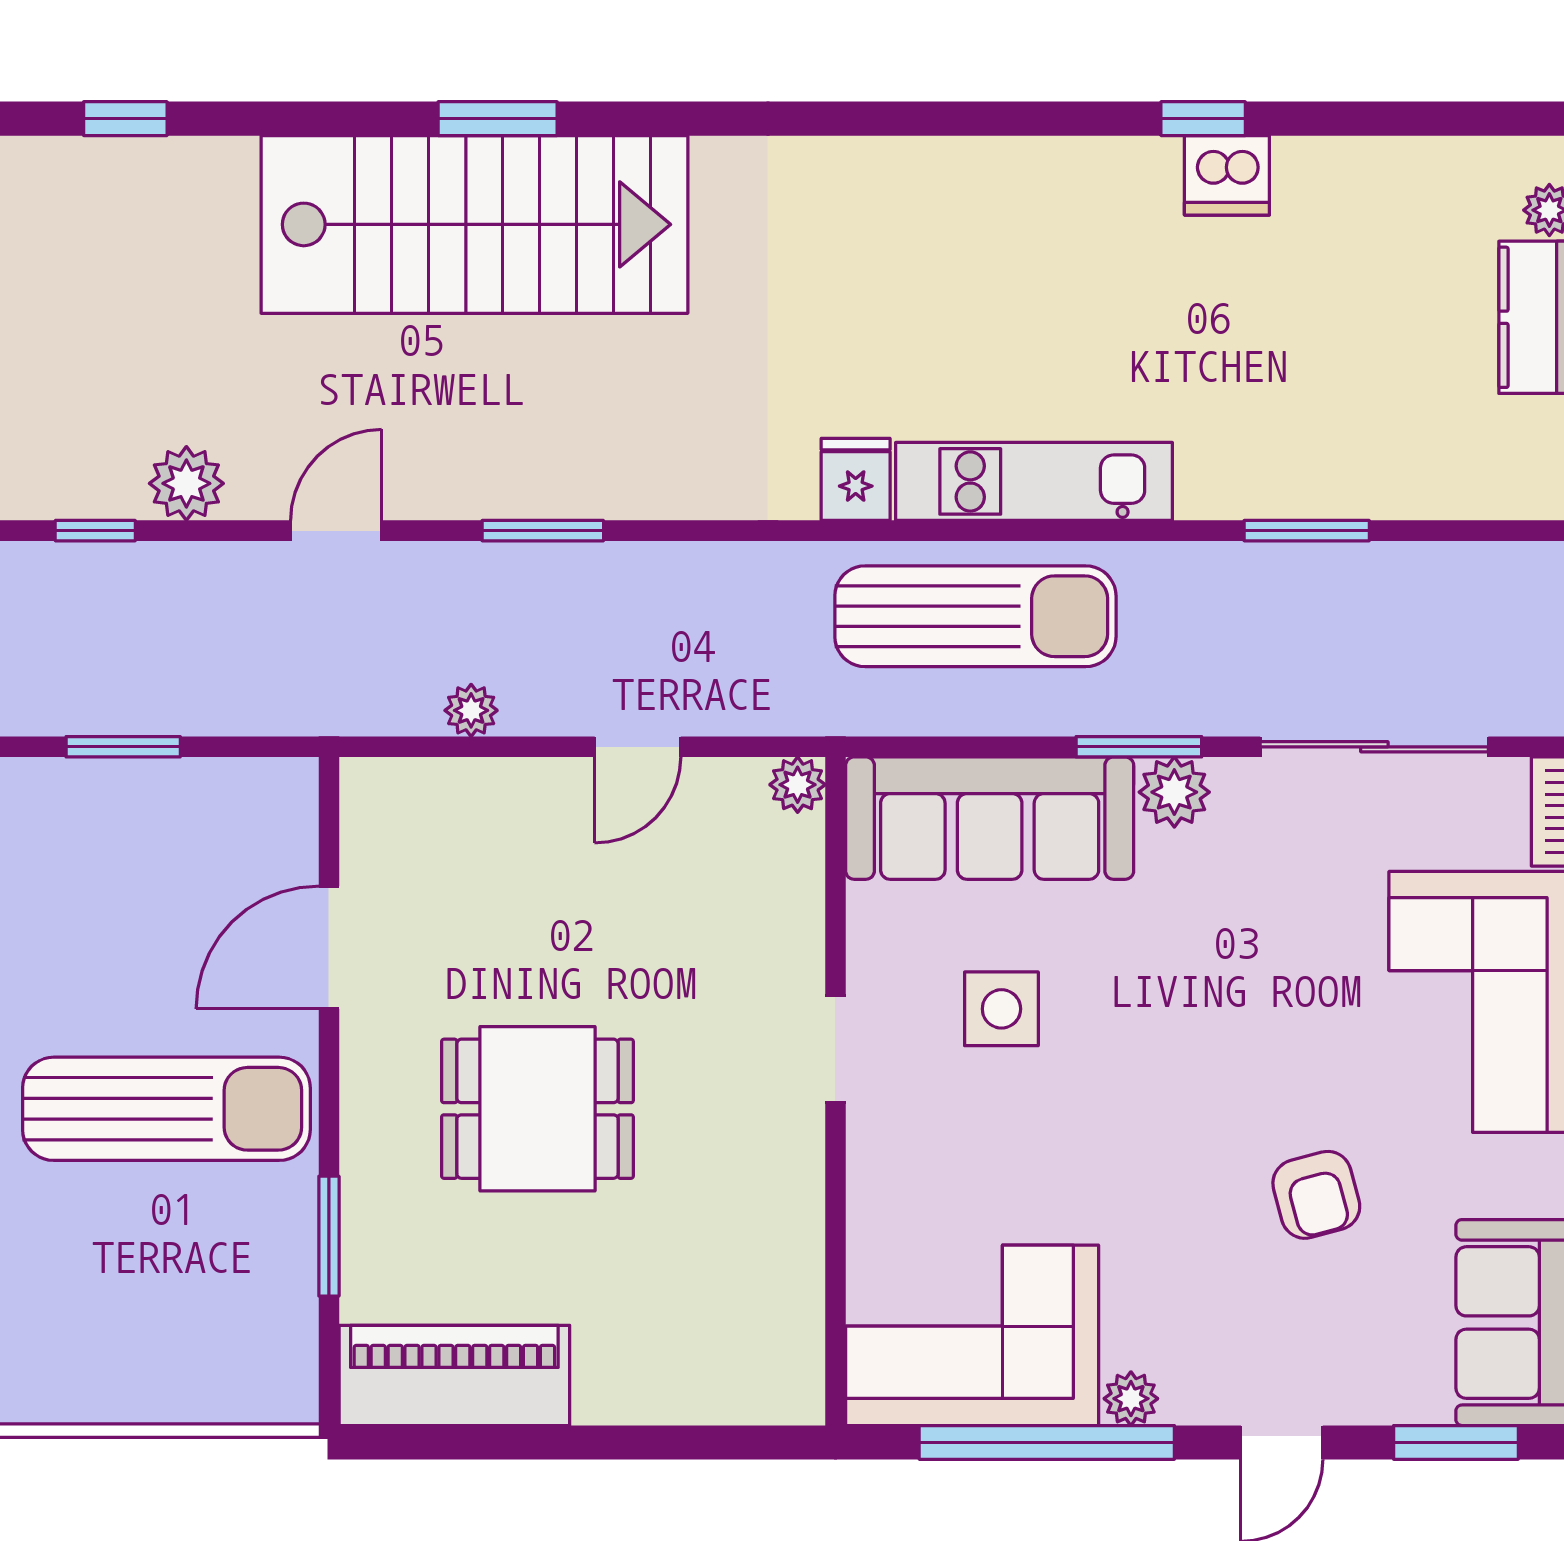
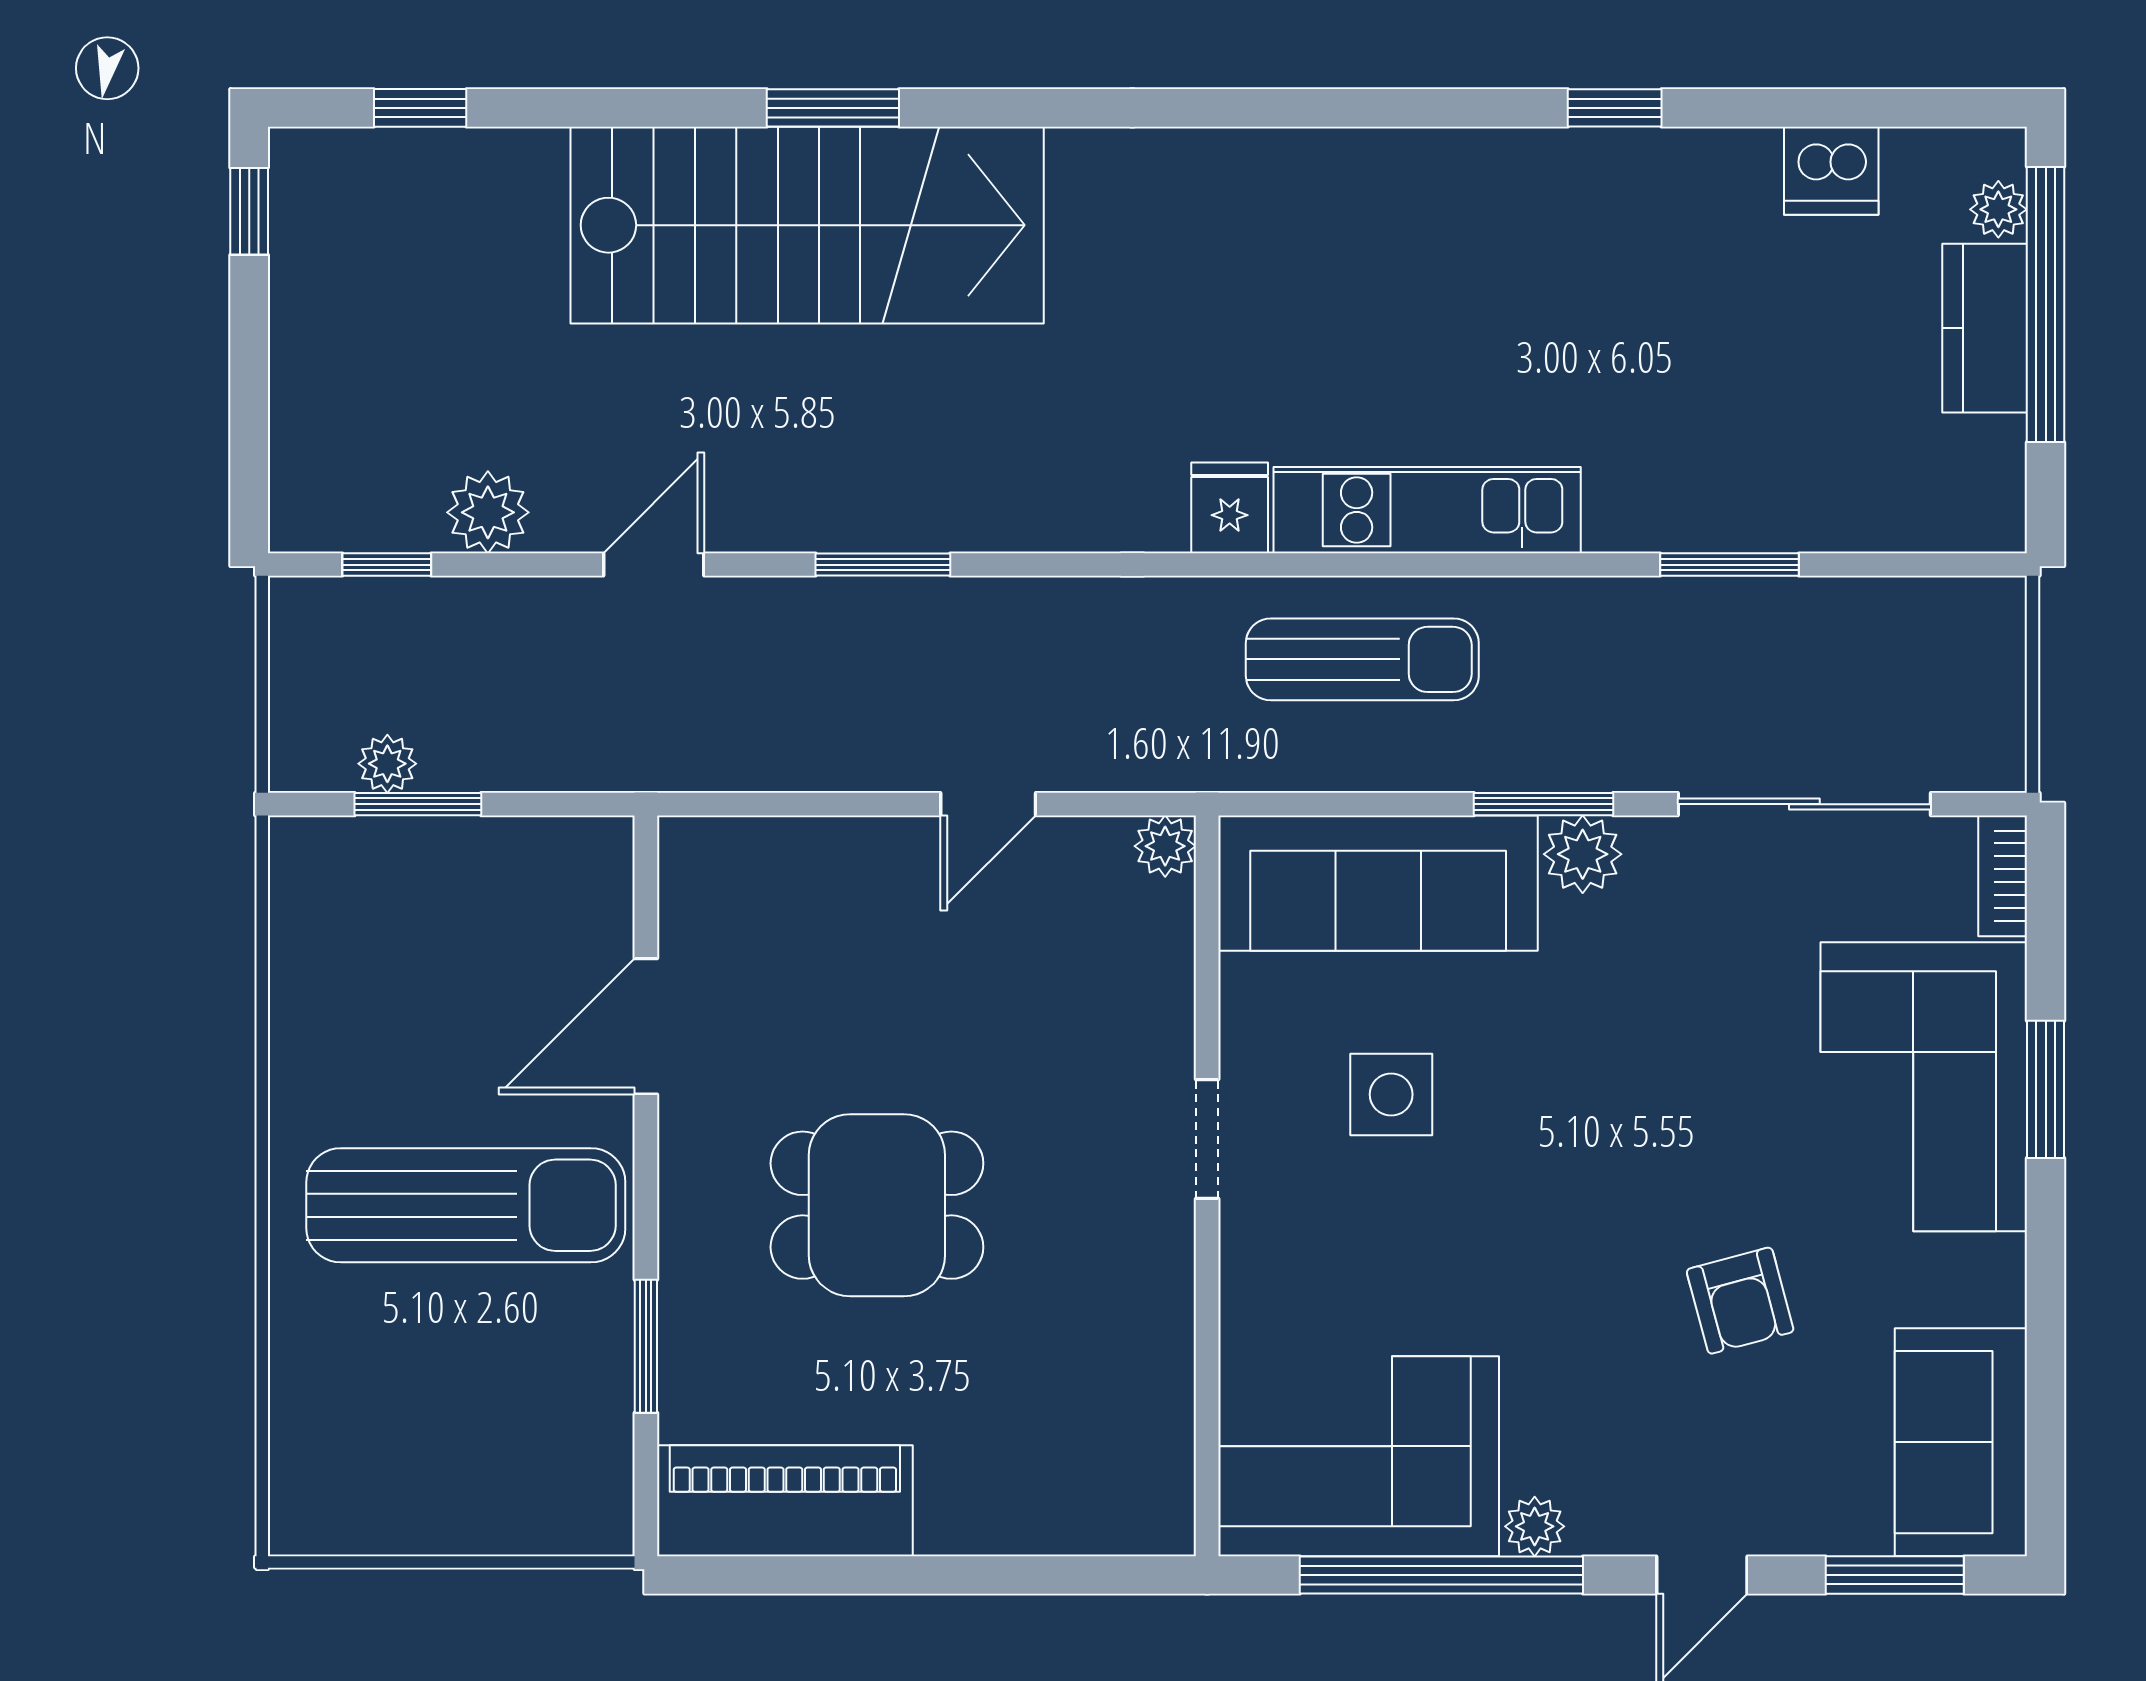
dishwasher: (1227, 175) -> (1831, 171), moved
sun lounger: (975, 616) -> (1362, 659), width x0.73, depth x0.75
plant: (471, 710) -> (387, 764), moved

